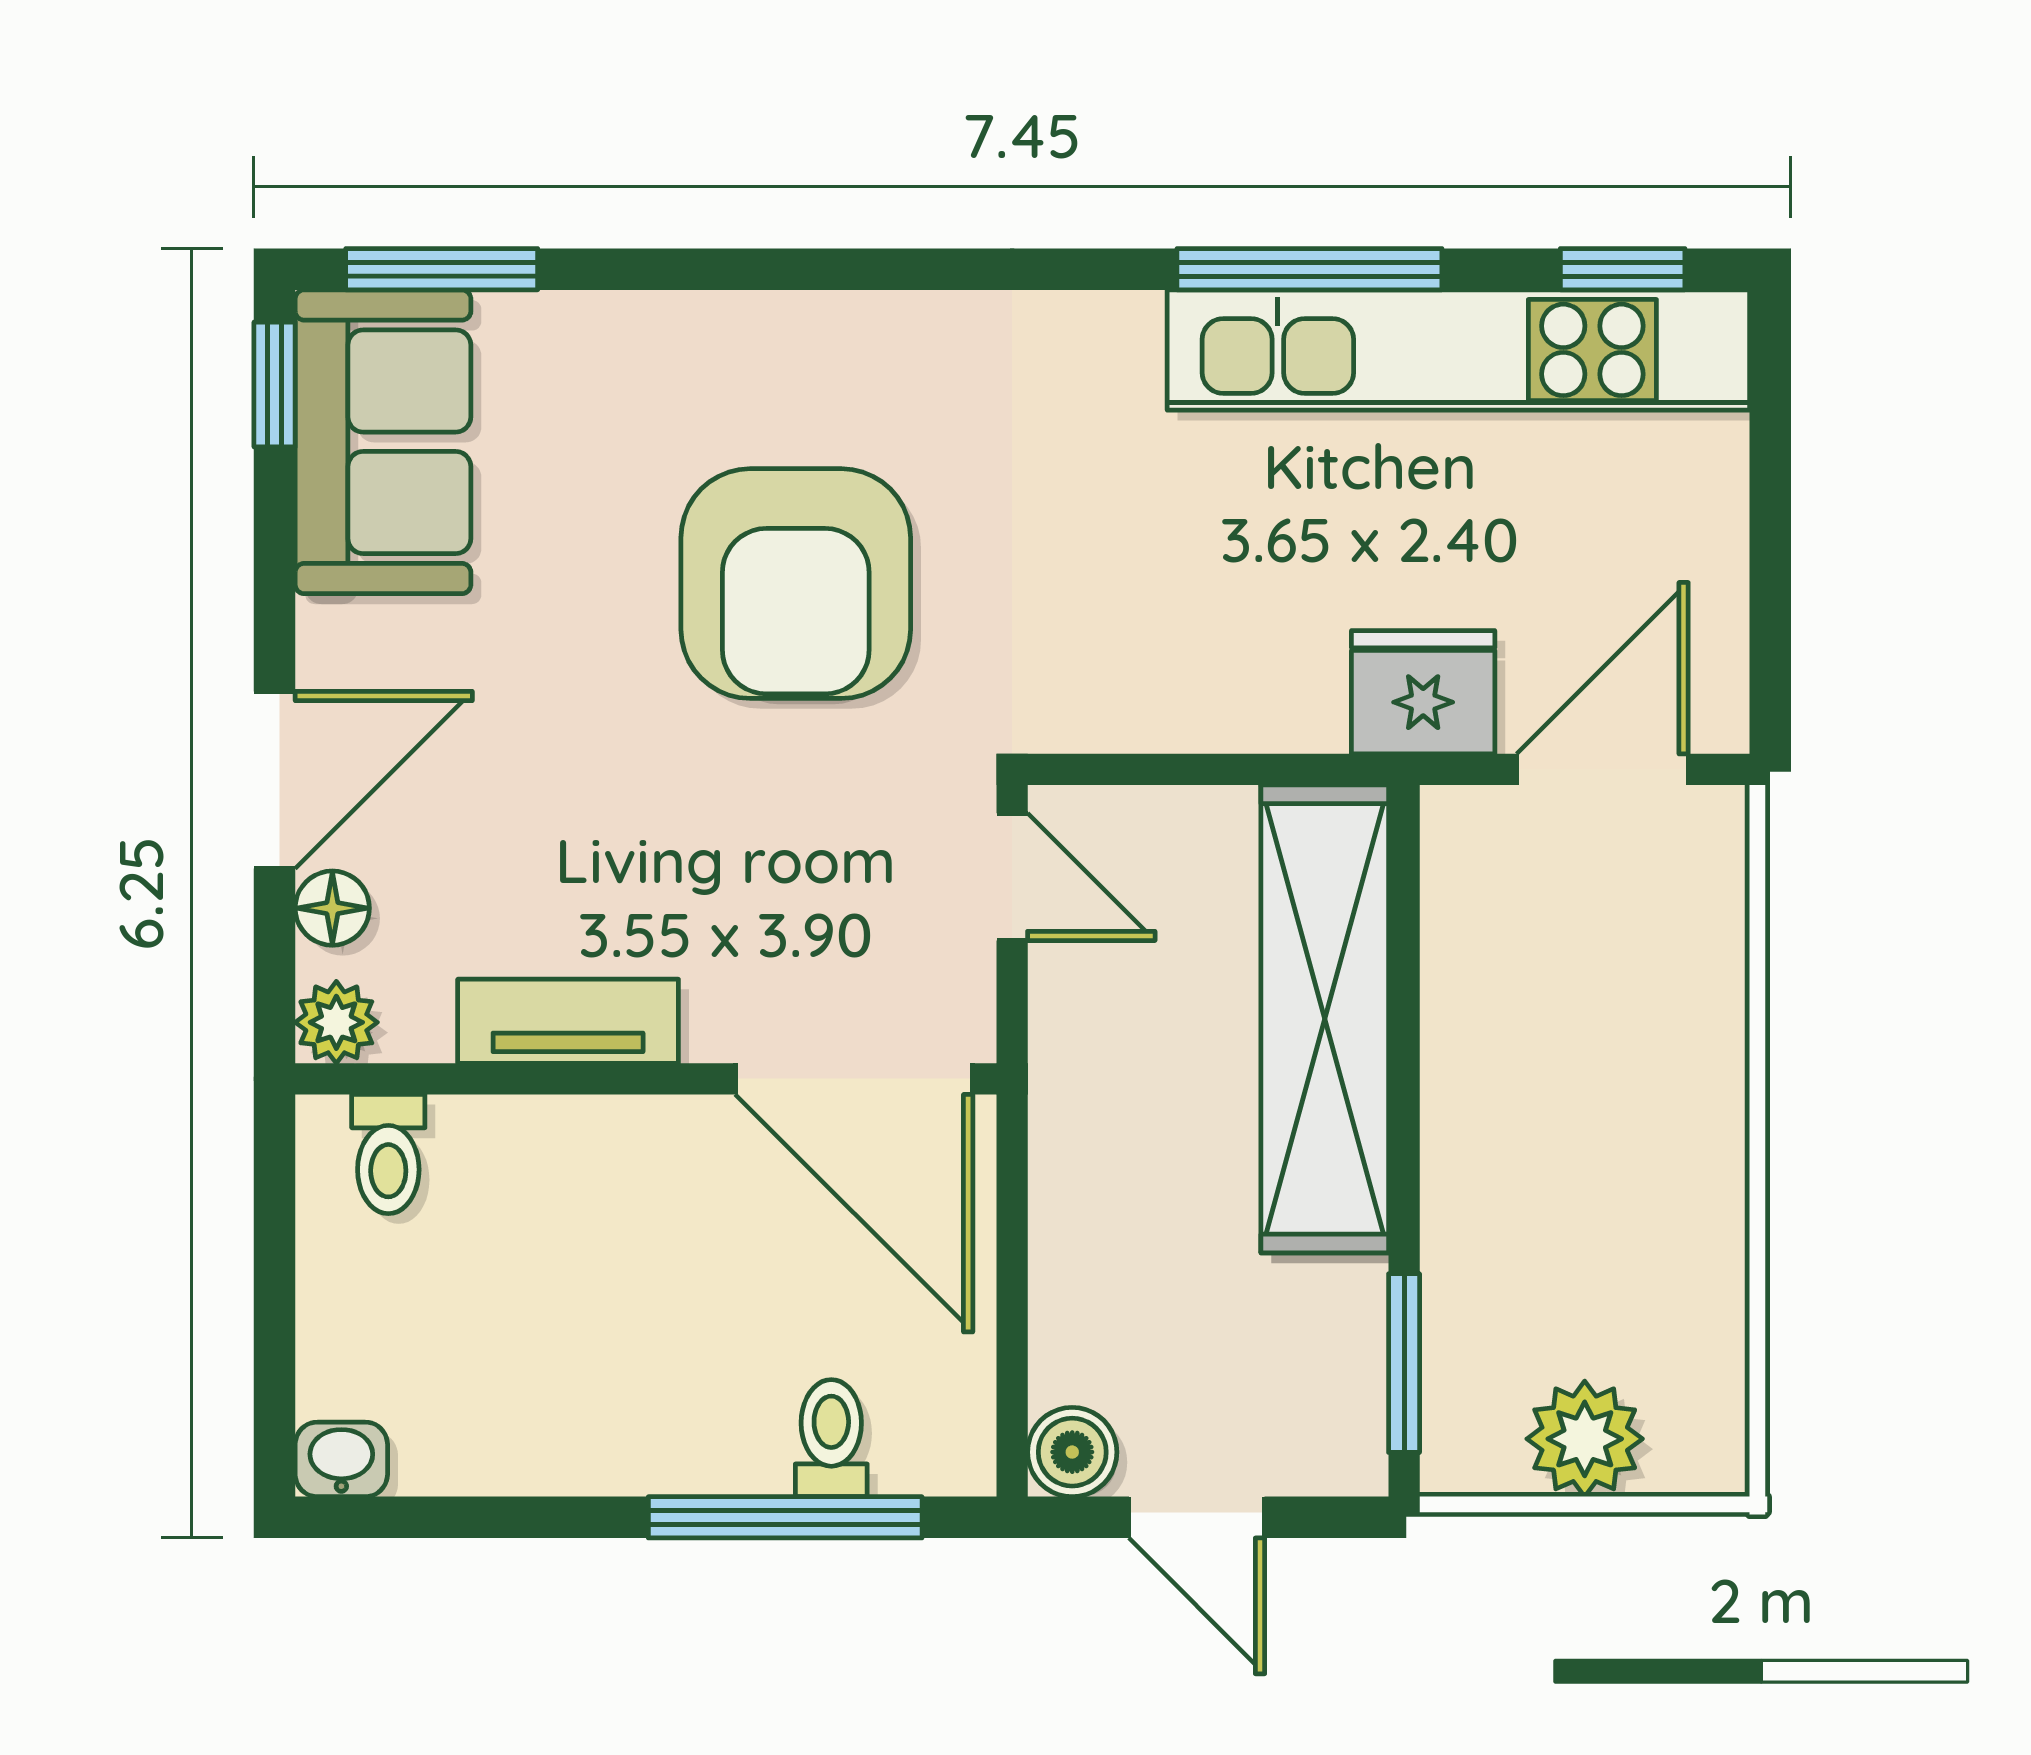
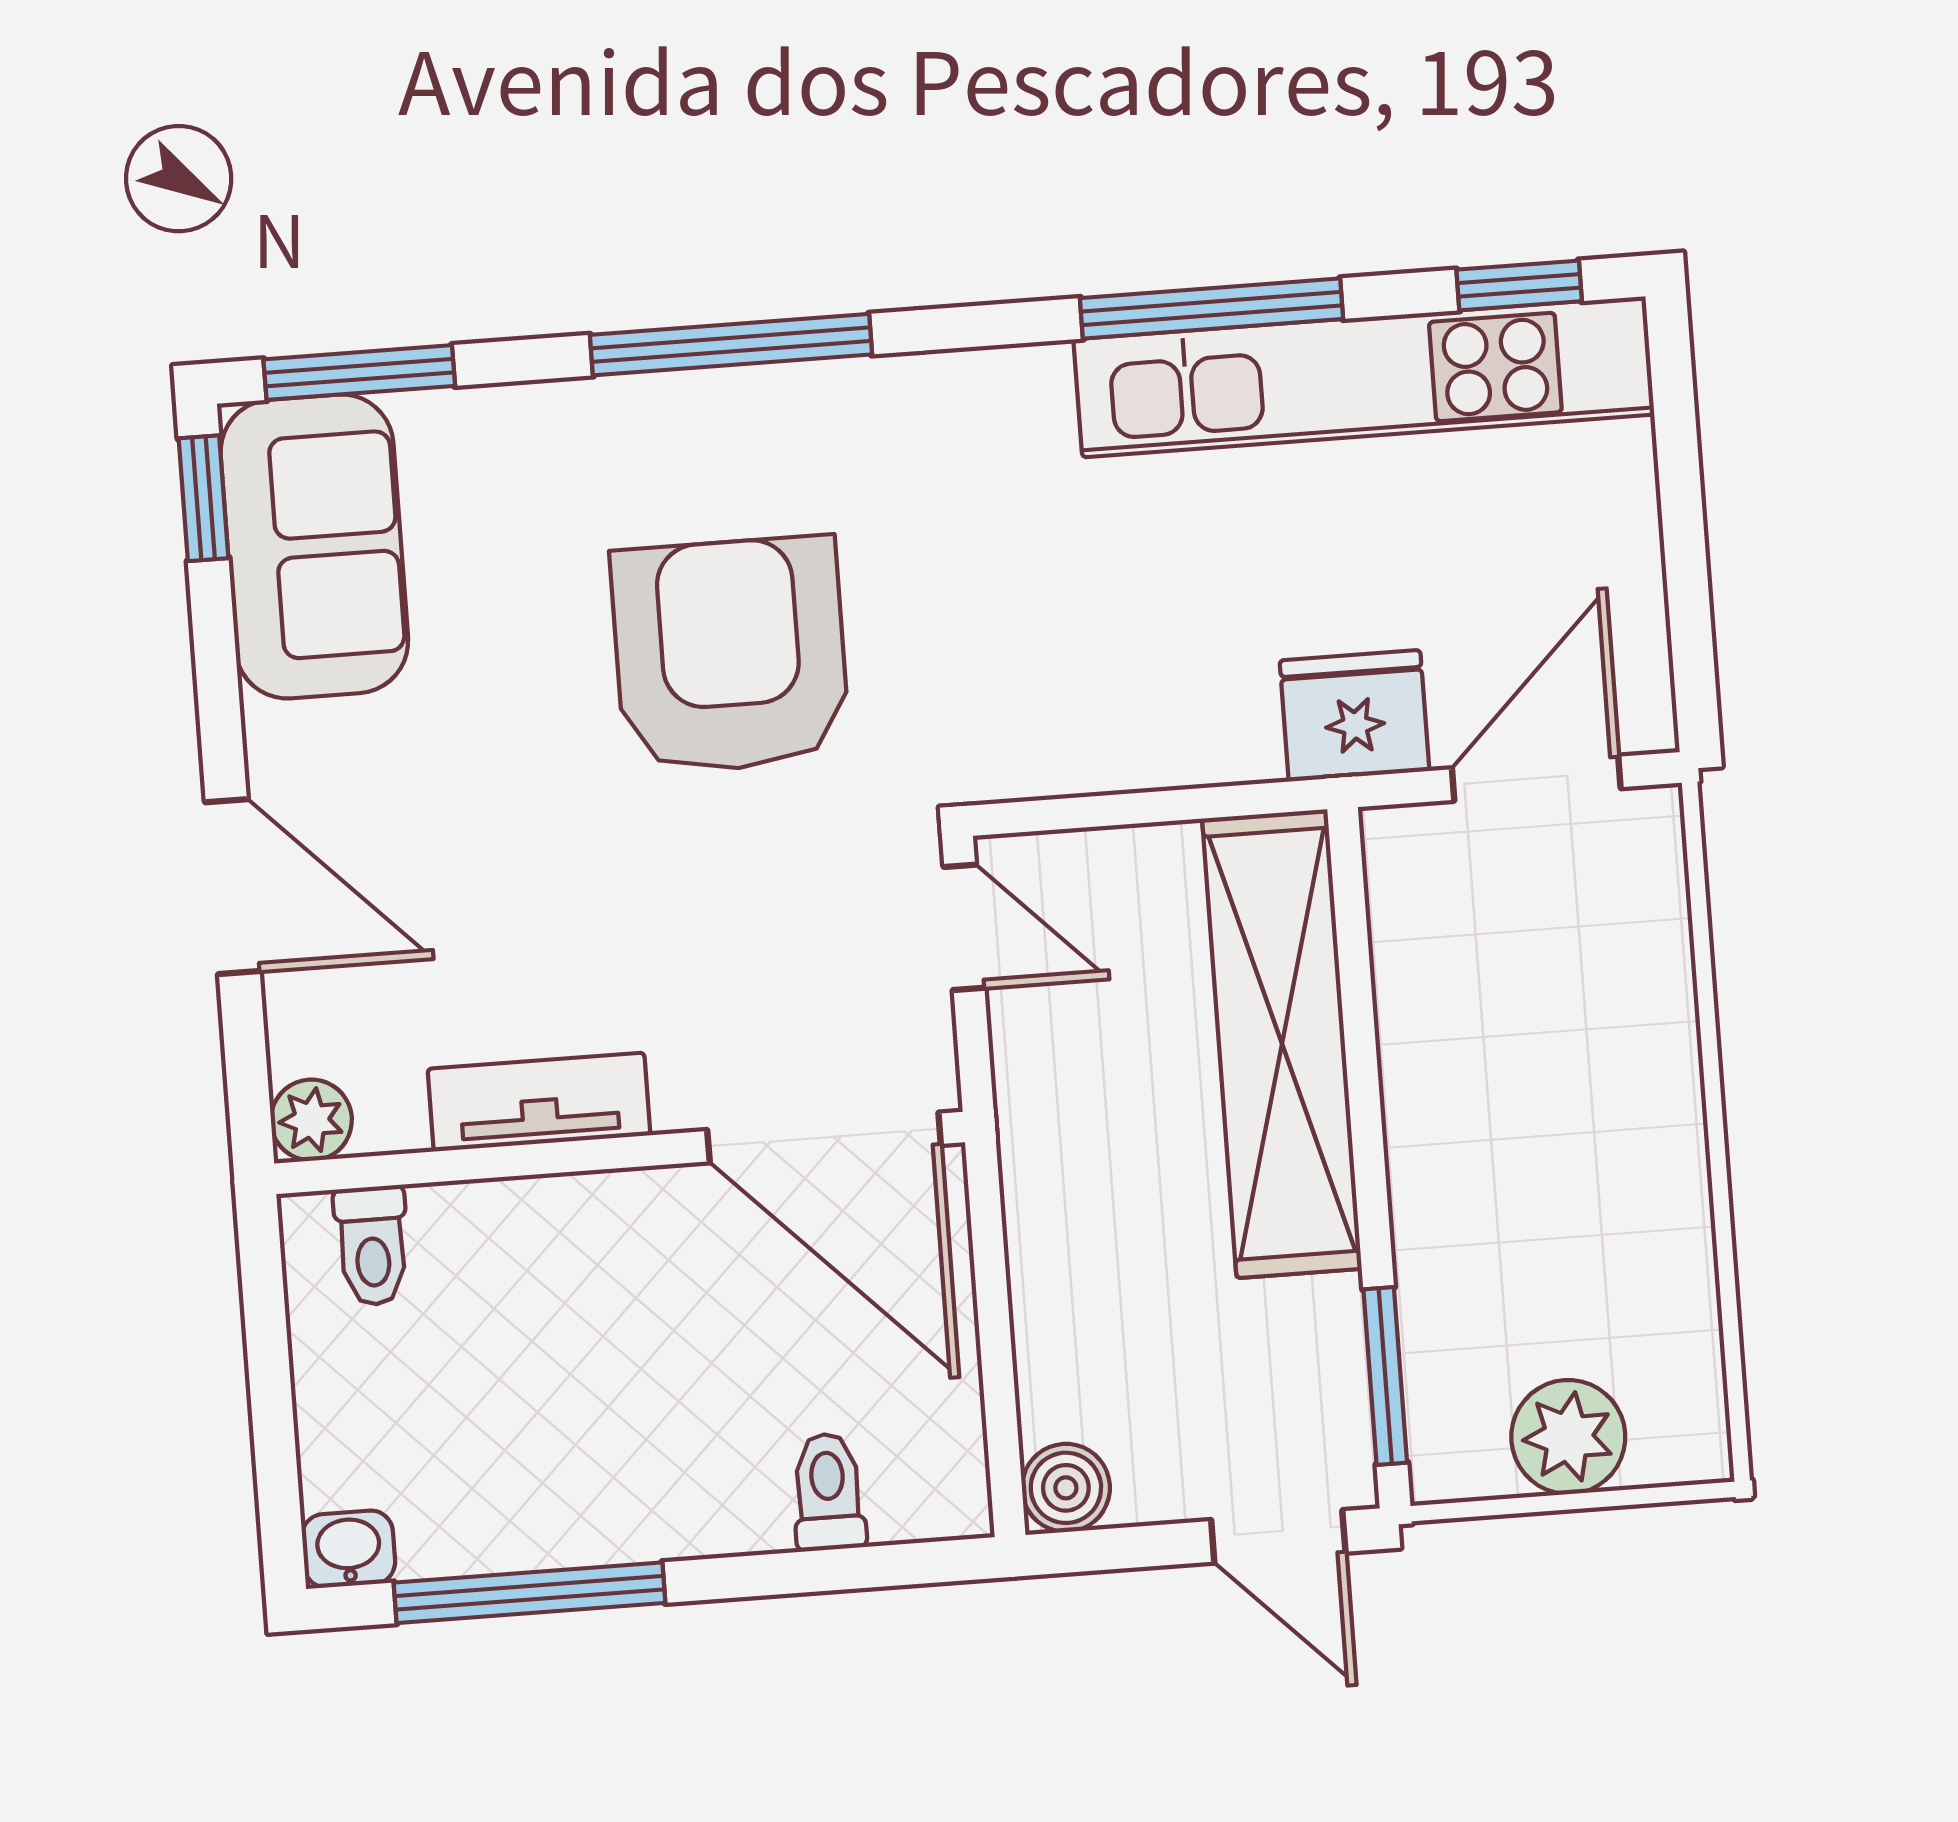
window: (820, 269) -> (731, 345), added
armchair: (796, 584) -> (730, 655), turned 180
door: (275, 780) -> (233, 887), hinge flipped
floor lamp: (332, 908) -> (299, 1008), removed
window: (785, 1517) -> (530, 1593), moved
door: (1197, 1517) -> (1278, 1536), moved

